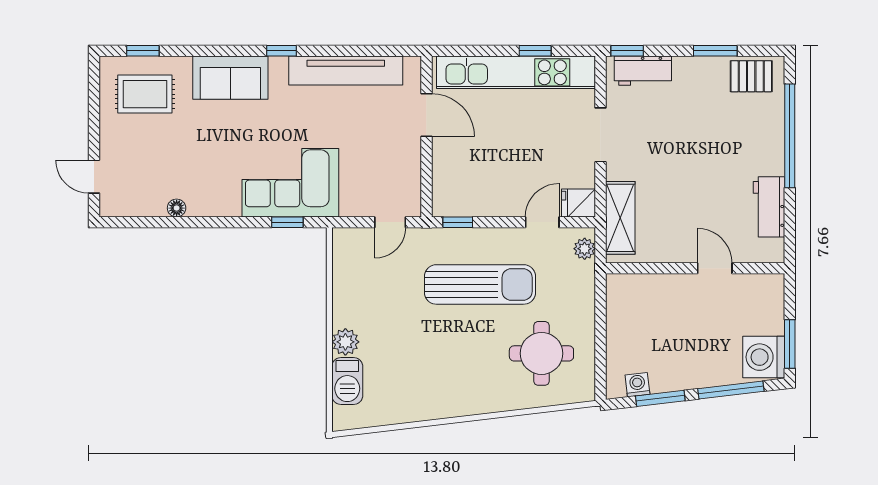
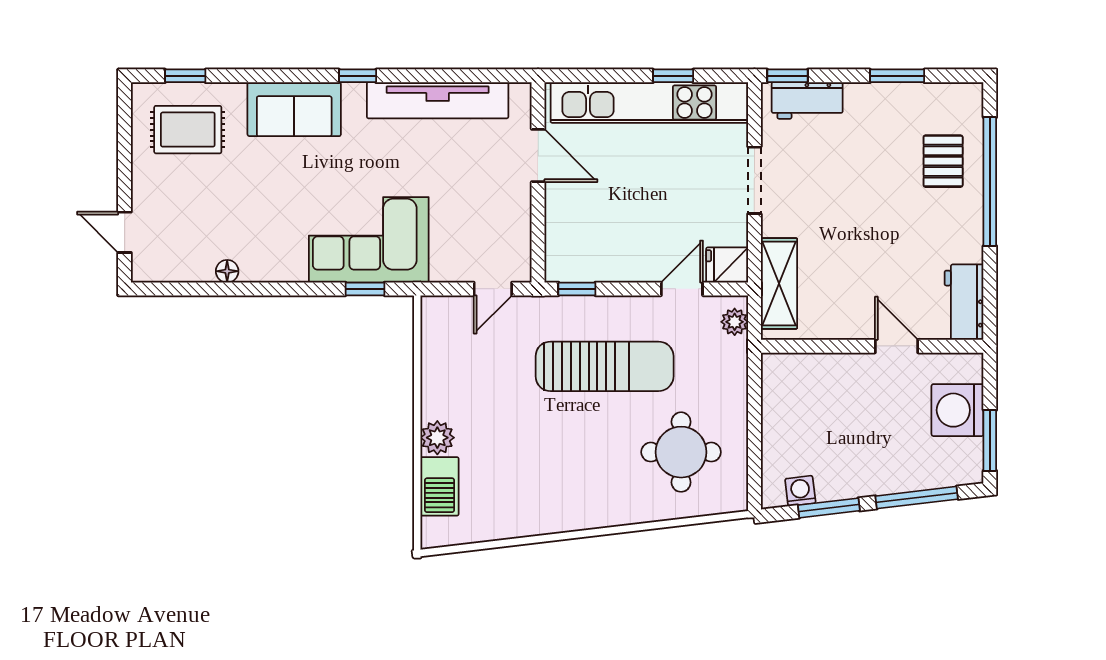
pallet: (751, 76) -> (943, 161), moved, turned 90
workbench: (769, 207) -> (964, 302), moved
washing machine: (764, 357) -> (957, 410), moved

